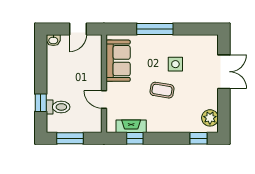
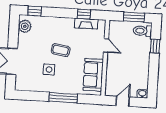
toilet: (58, 107) -> (142, 31), moved

